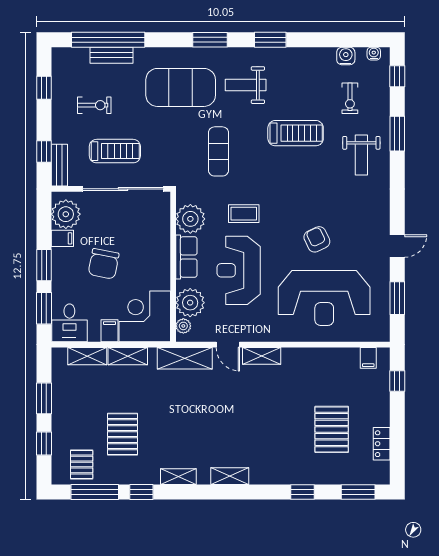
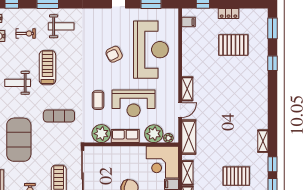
weight bench: (246, 85) -> (18, 83), moved, turned 90
locker: (382, 444) -> (228, 14), moved
shelving: (230, 476) -> (263, 109), removed

